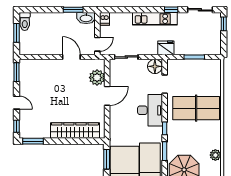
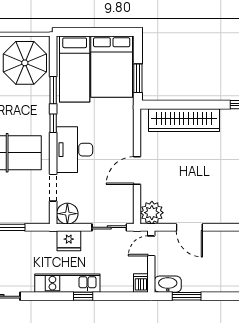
window: (171, 10) -> (83, 296), moved
fridge: (166, 48) -> (69, 241), moved
plant: (97, 78) -> (152, 213), moved

